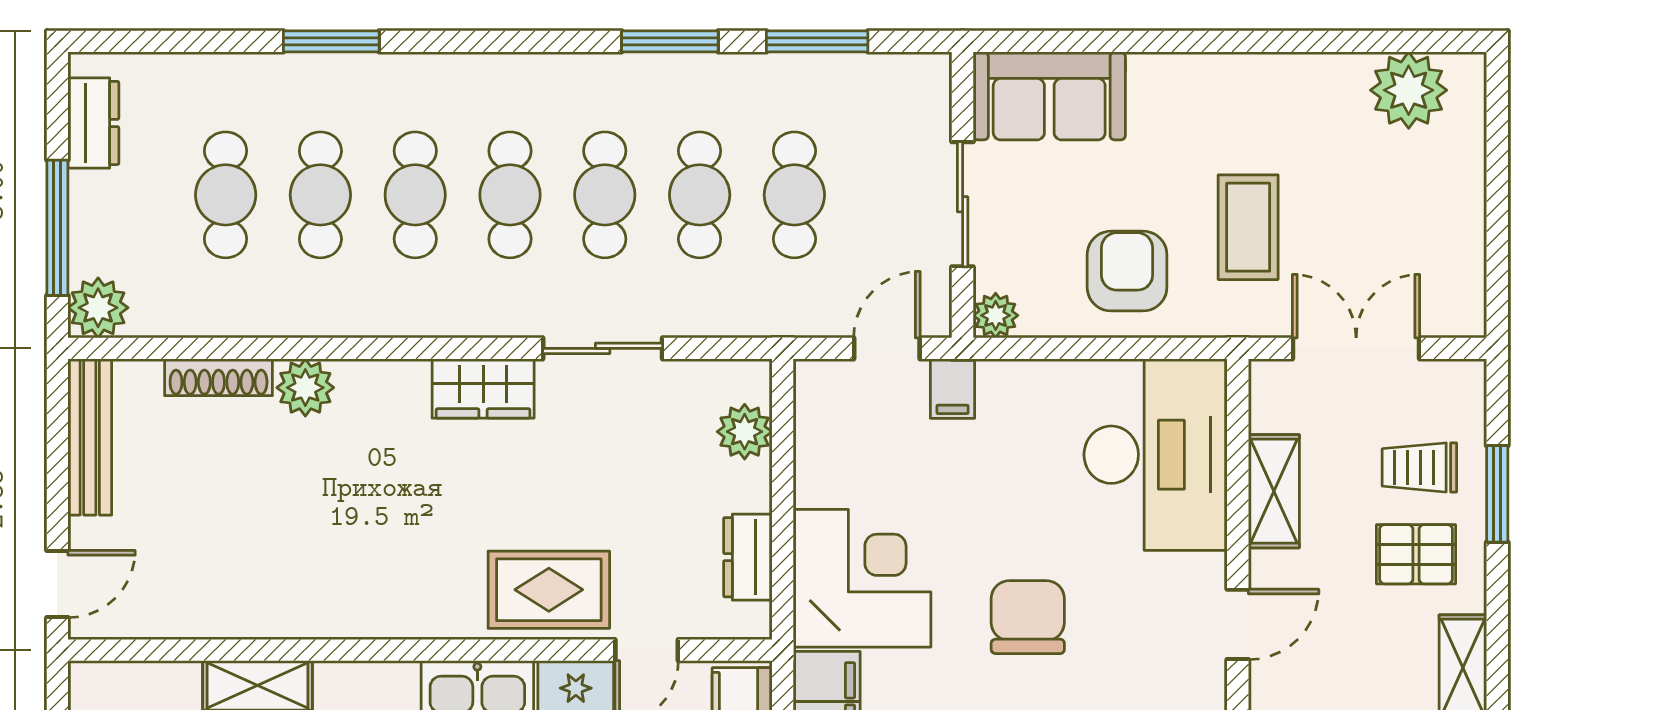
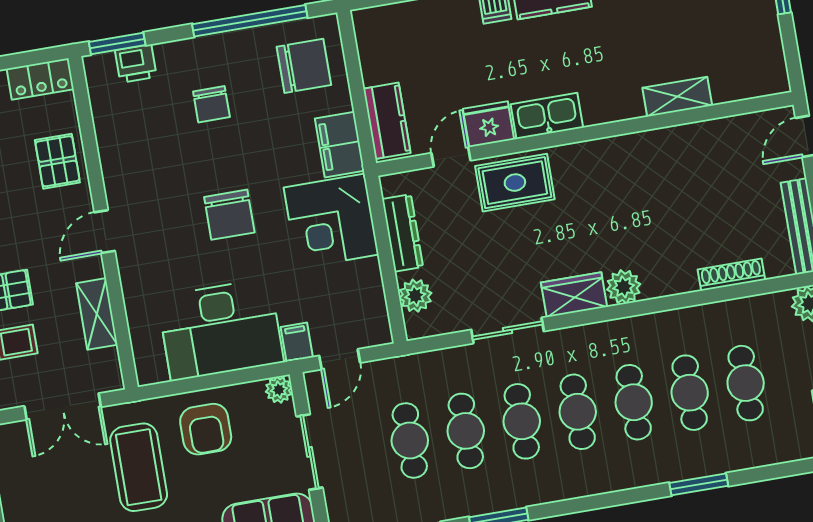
coffee table: (1248, 227) -> (139, 467), width x1.36, depth x1.32
plant: (305, 388) -> (624, 287), moved
desk: (1156, 455) -> (220, 330), moved, turned -90
dresser: (748, 557) -> (403, 233), width x1.44

